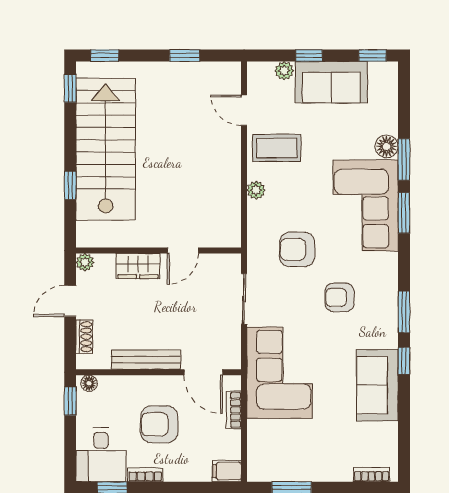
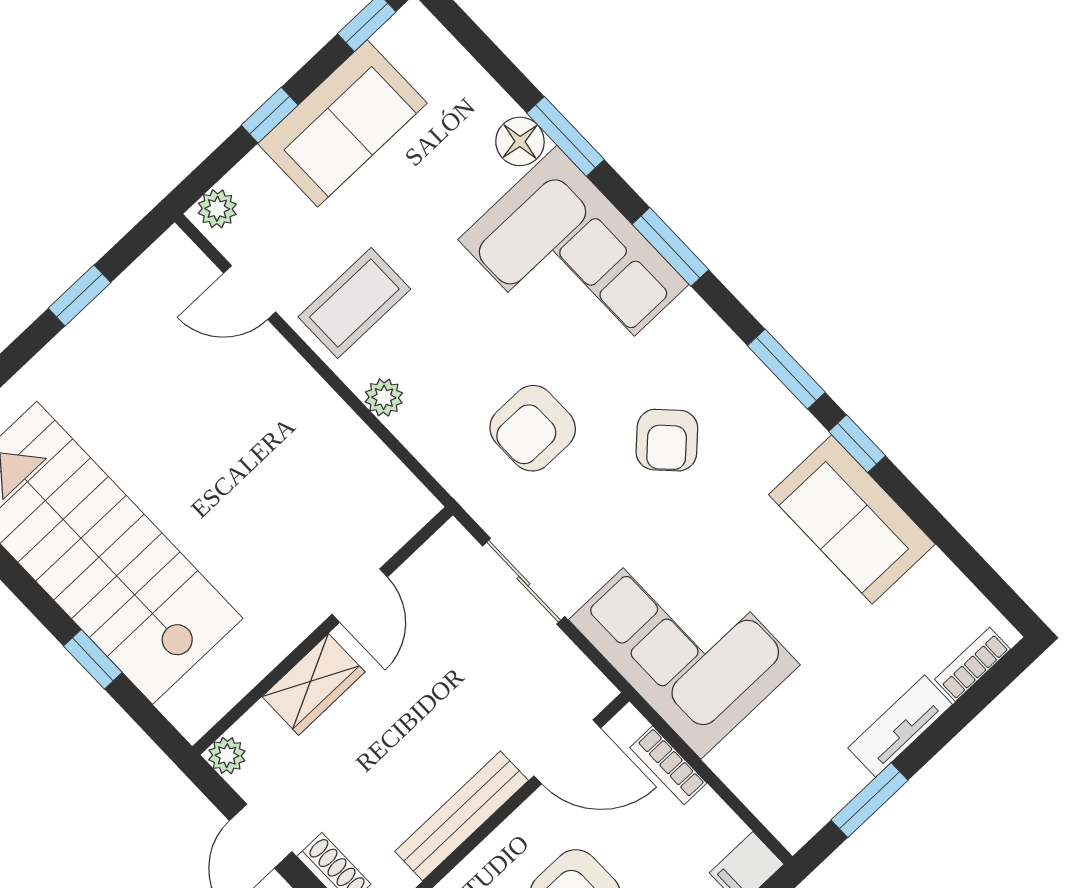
plant: (284, 71) -> (217, 209), moved
window: (404, 213) -> (670, 247), moved
armchair: (340, 297) -> (667, 440), turned -44
tv unit: (326, 472) -> (900, 726), added

